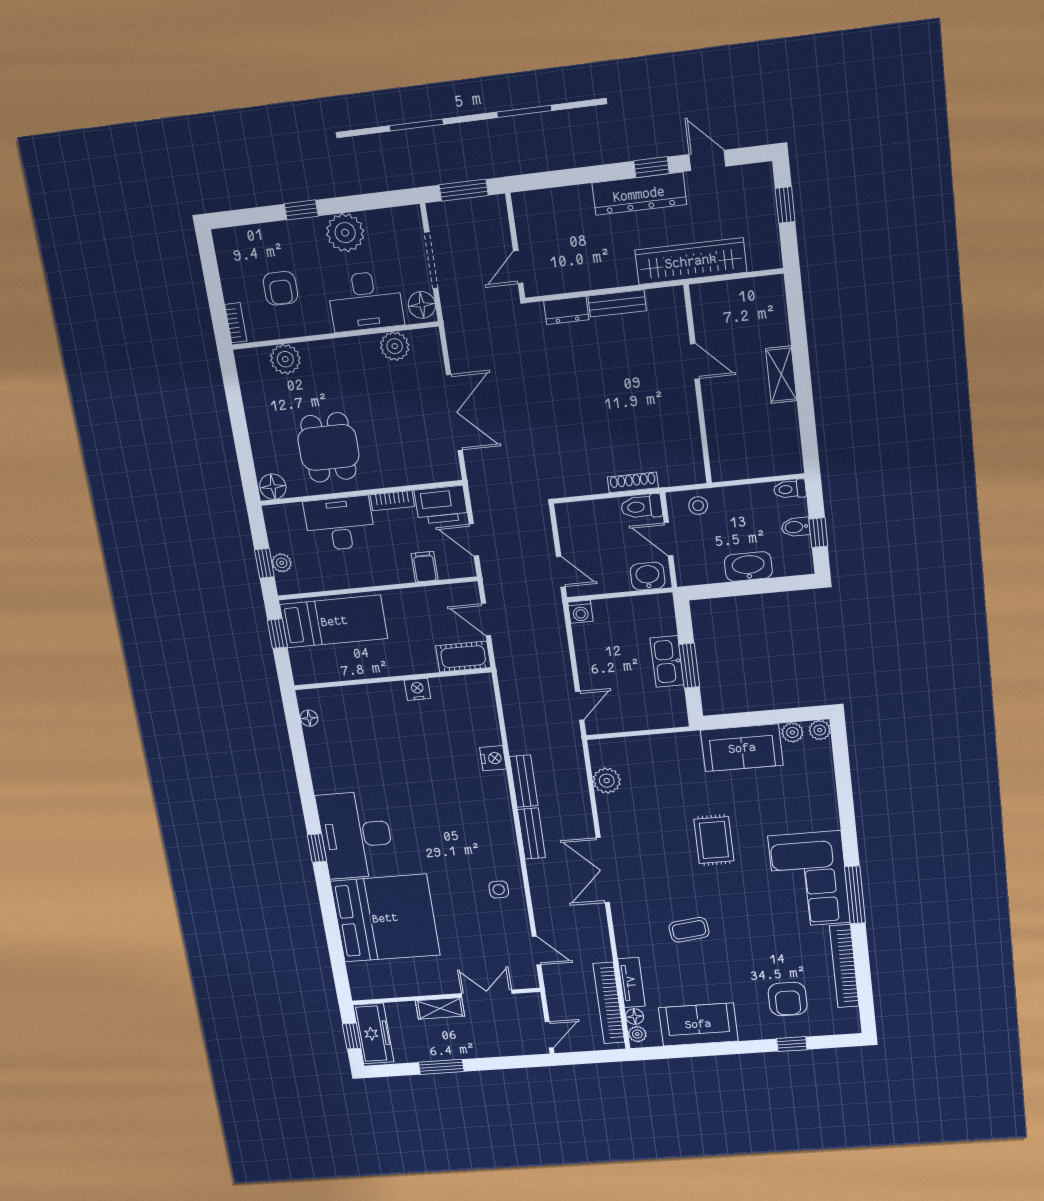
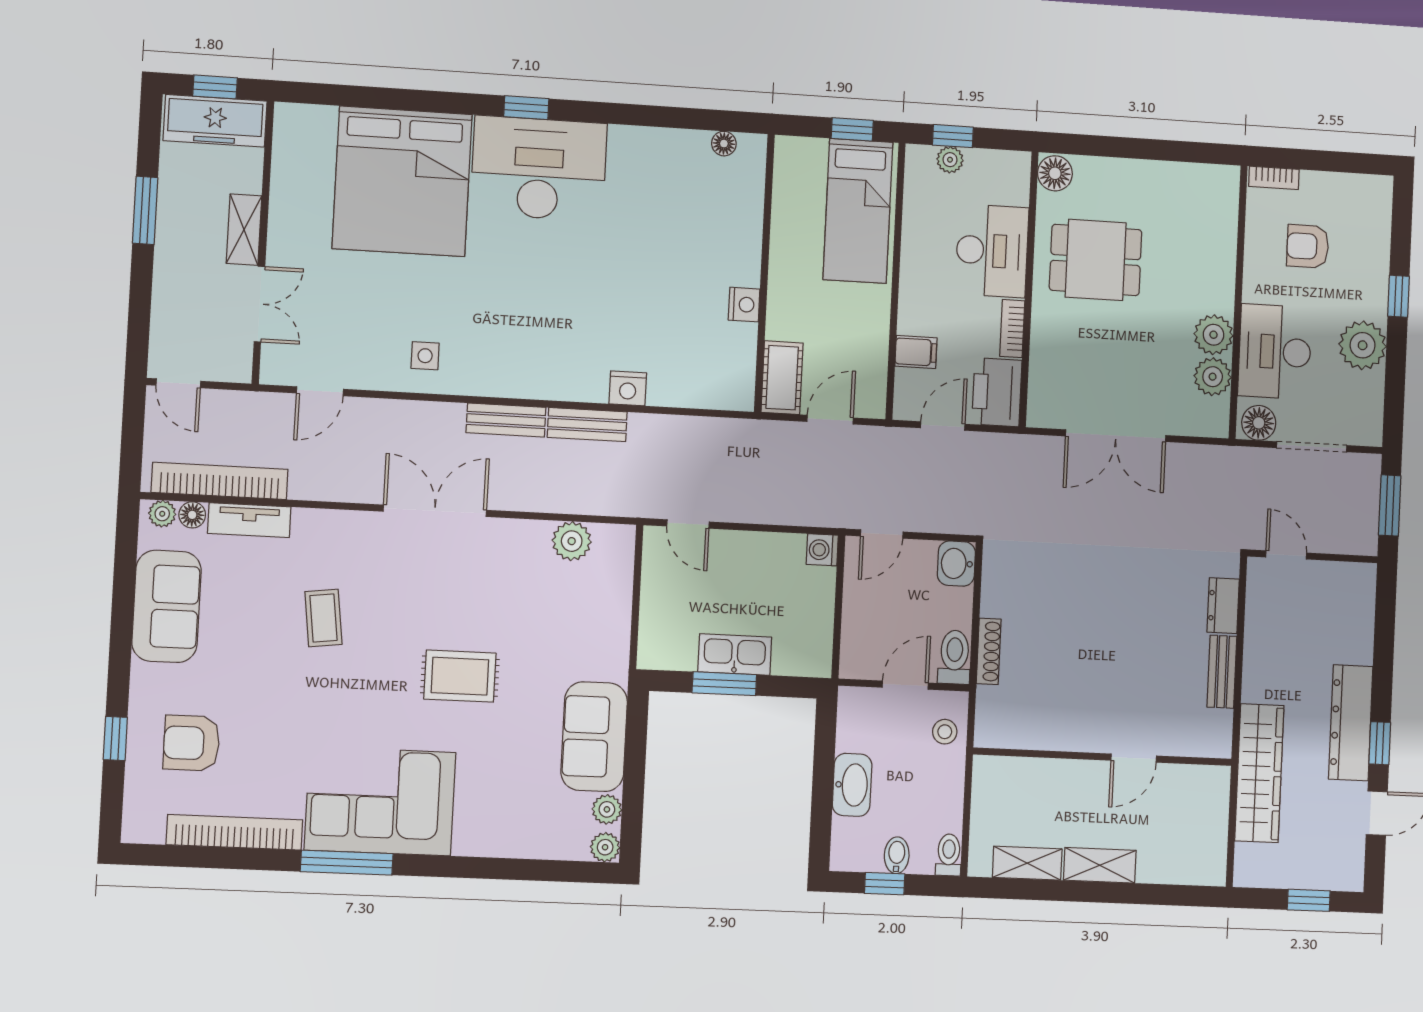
plant: (285, 359) -> (1214, 335), moved
shelving: (788, 430) -> (1027, 863), added
washbasin: (648, 576) -> (956, 564), moved, turned 180

